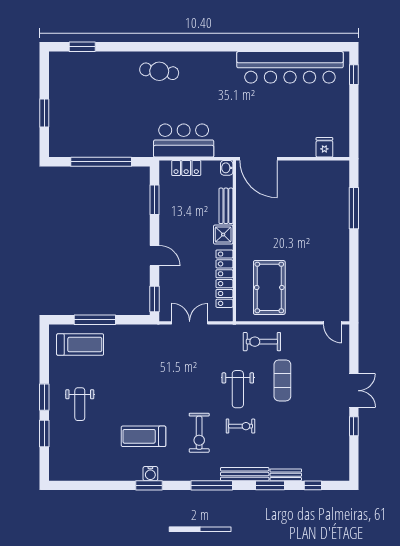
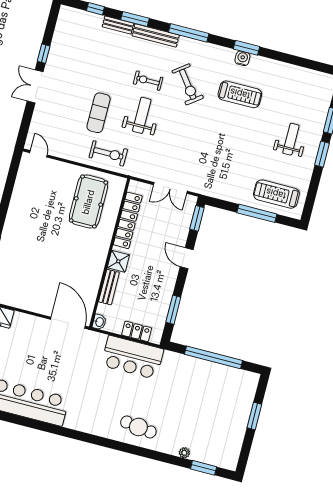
plant: (106, 57) -> (184, 453), added
exercise bike: (199, 433) -> (188, 84), turned 143

